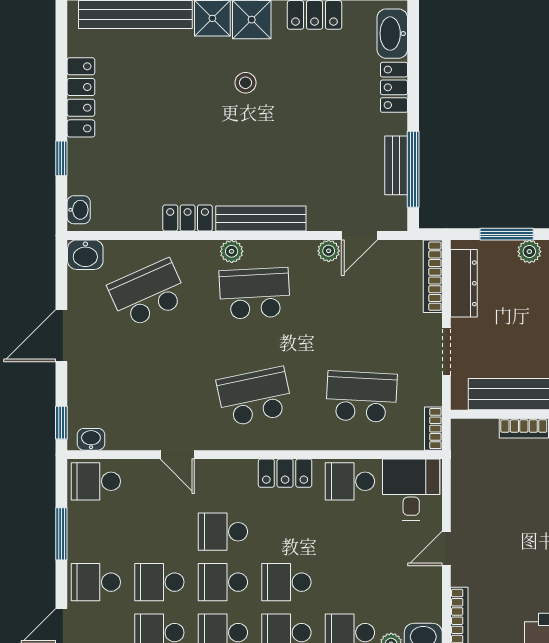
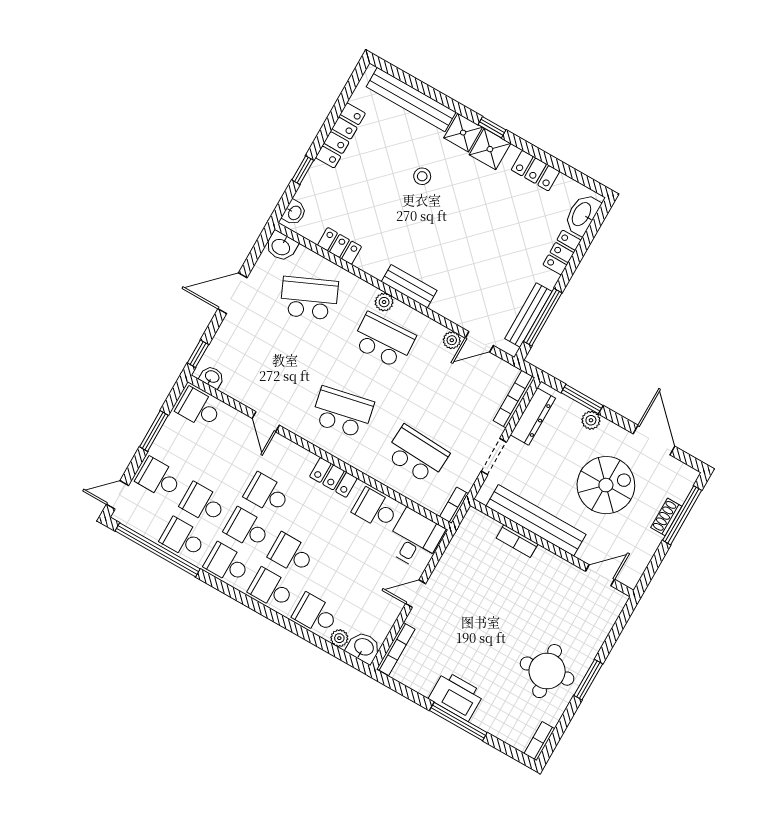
stool: (246, 83) -> (422, 176), moved
bench: (396, 165) -> (528, 315), width x1.36
locker: (188, 218) -> (339, 246), moved
bench: (261, 219) -> (409, 286), width x0.73

